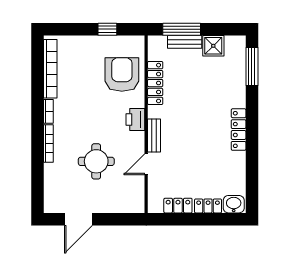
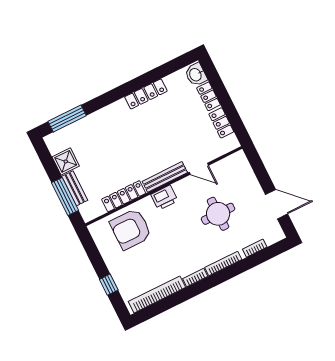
window: (107, 29) -> (109, 285), moved
locker: (239, 130) -> (146, 94), moved
bench: (154, 135) -> (165, 177), width x1.36
bookcase: (48, 179) -> (255, 248), added

